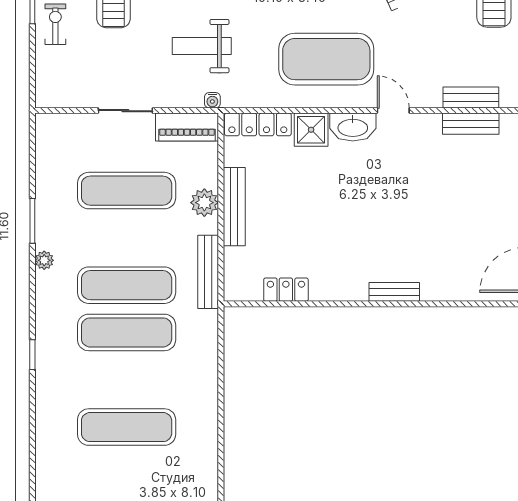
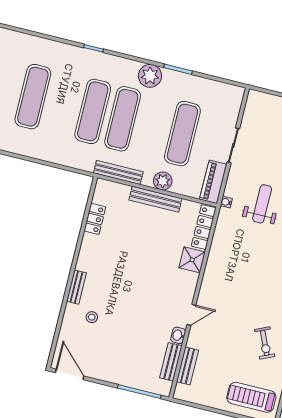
exercise mat: (326, 59) -> (234, 281), removed
washbasin: (353, 127) -> (178, 335), moved, width x0.52, depth x0.69
stool: (433, 258) -> (92, 317), added
plant: (44, 260) -> (150, 76), width x1.88, depth x1.88

